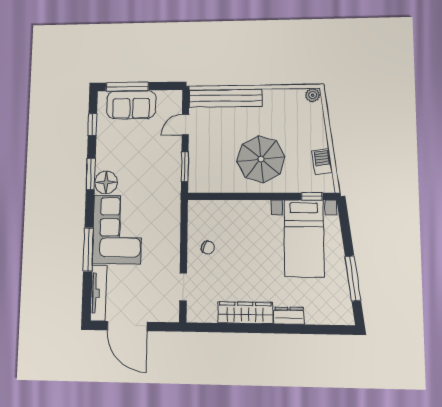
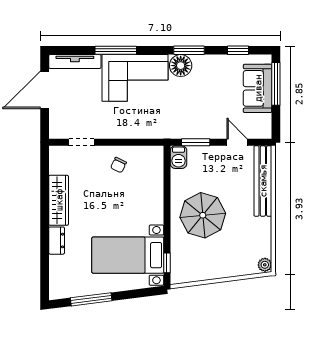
barbecue: (322, 162) -> (179, 157), moved, turned 97

